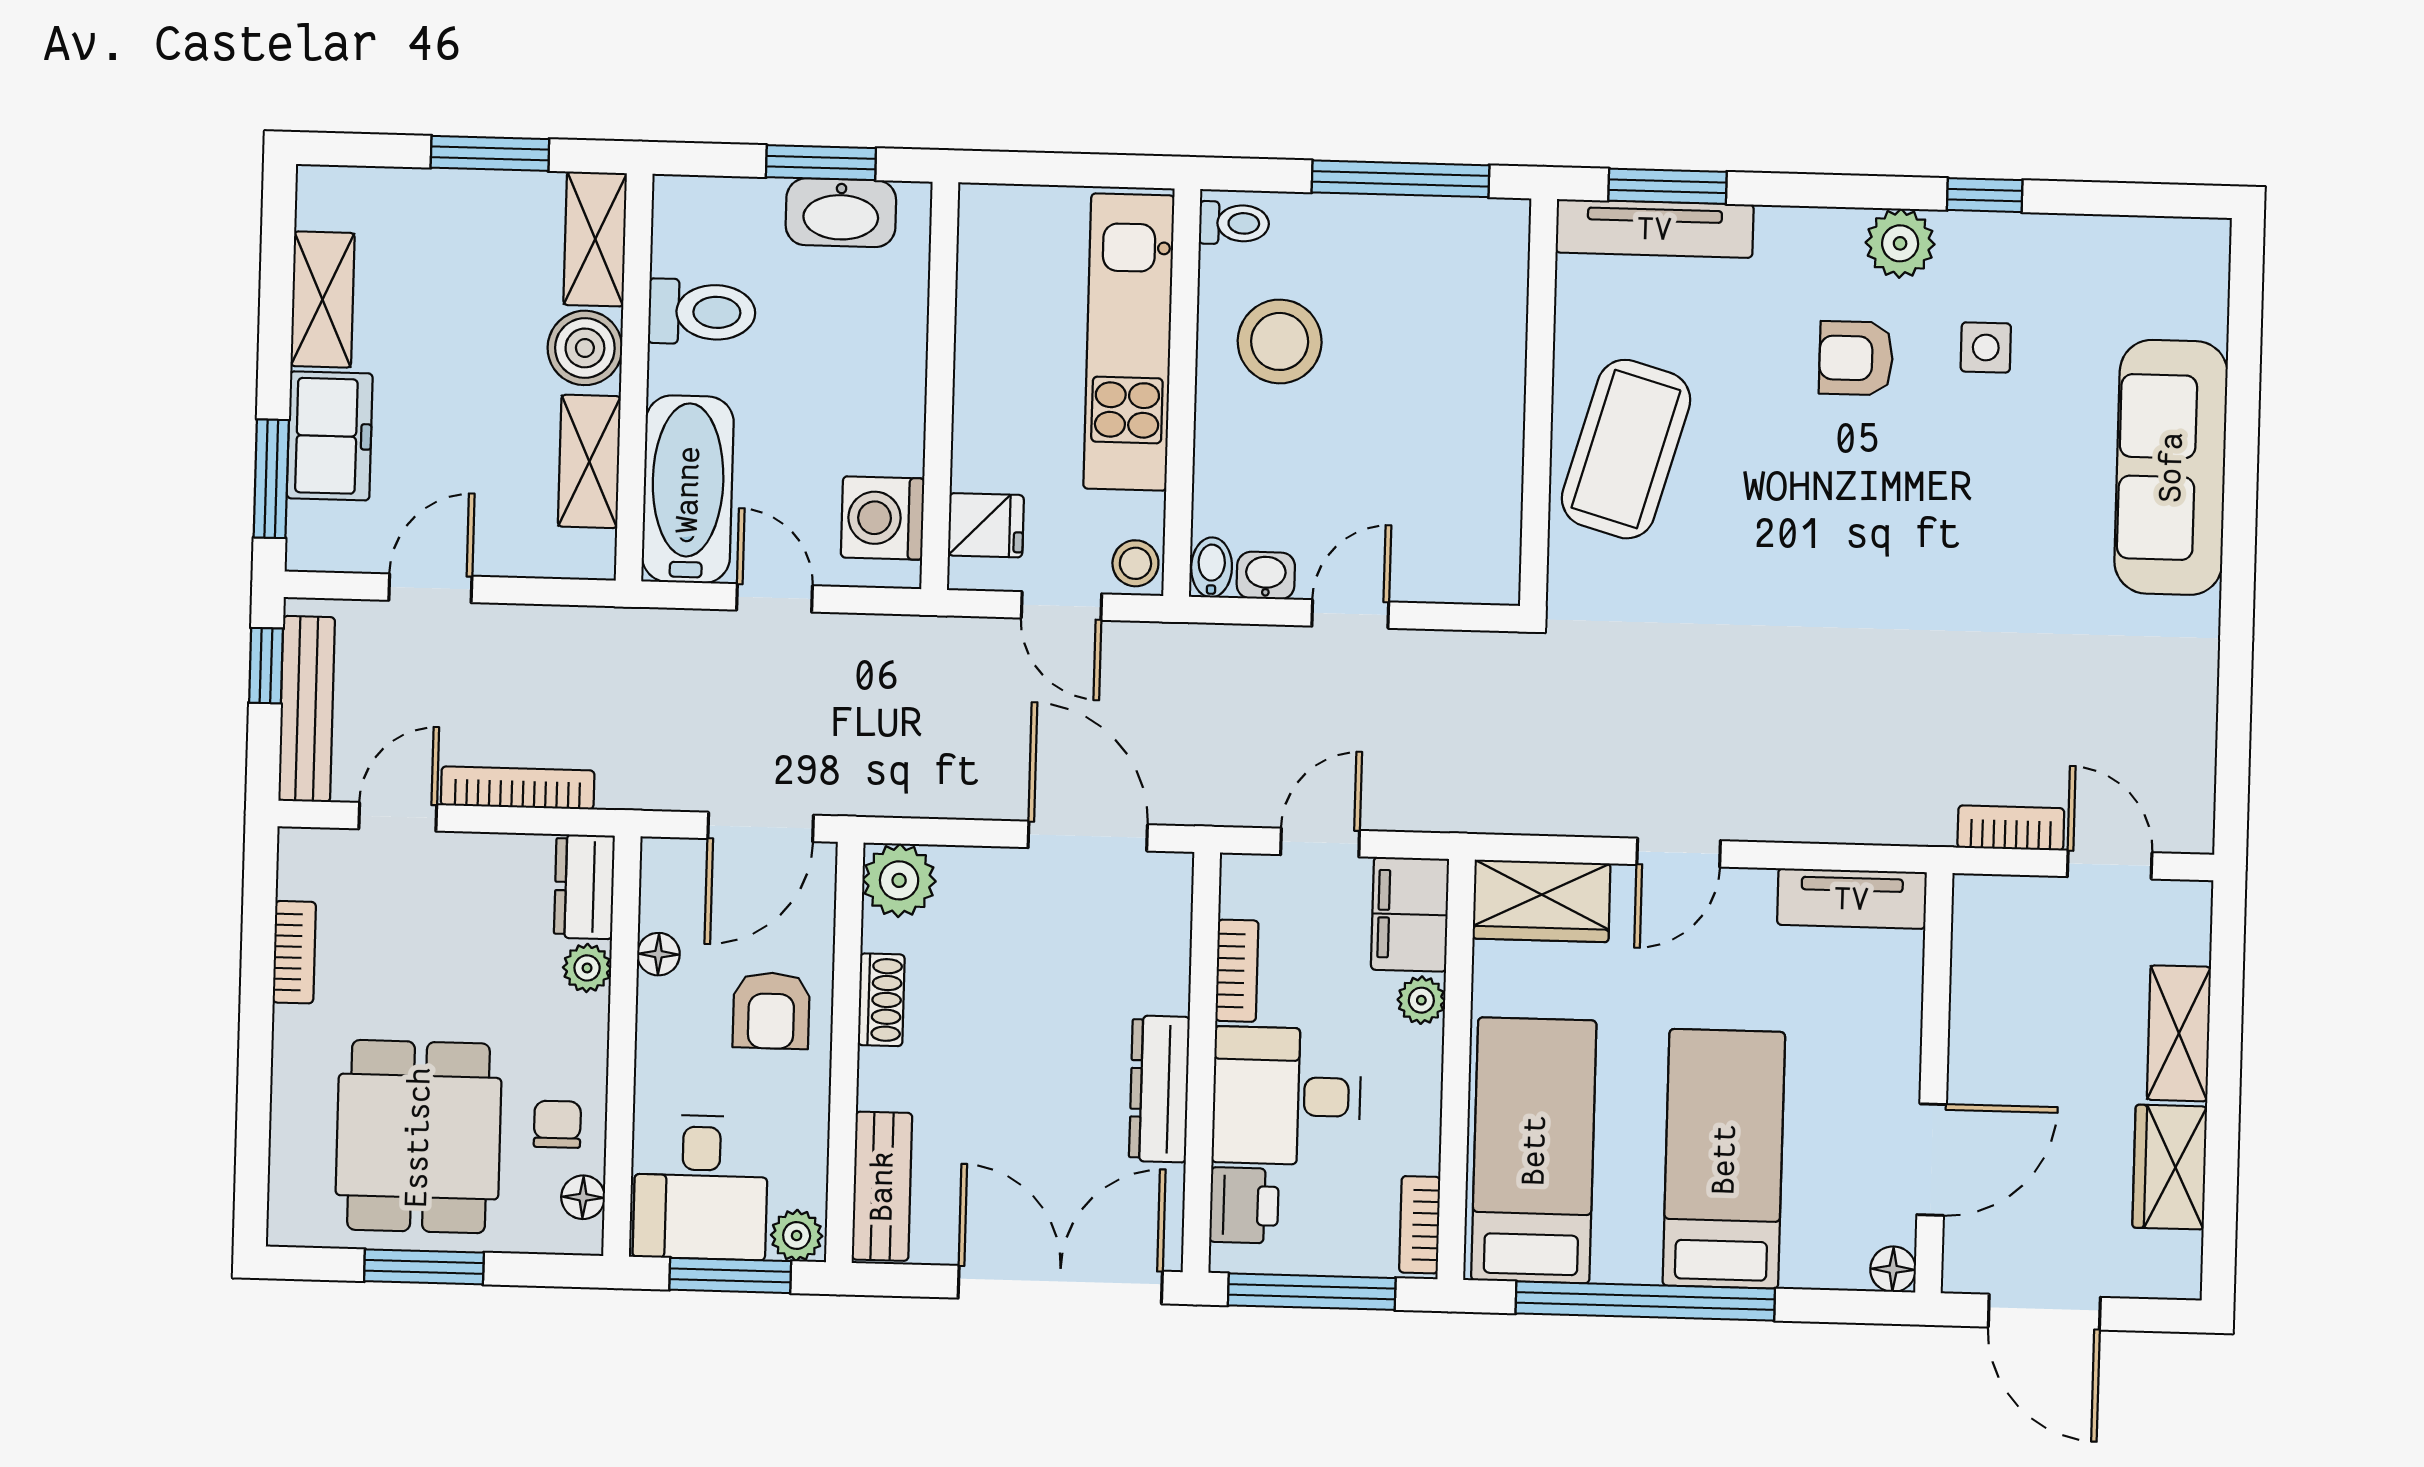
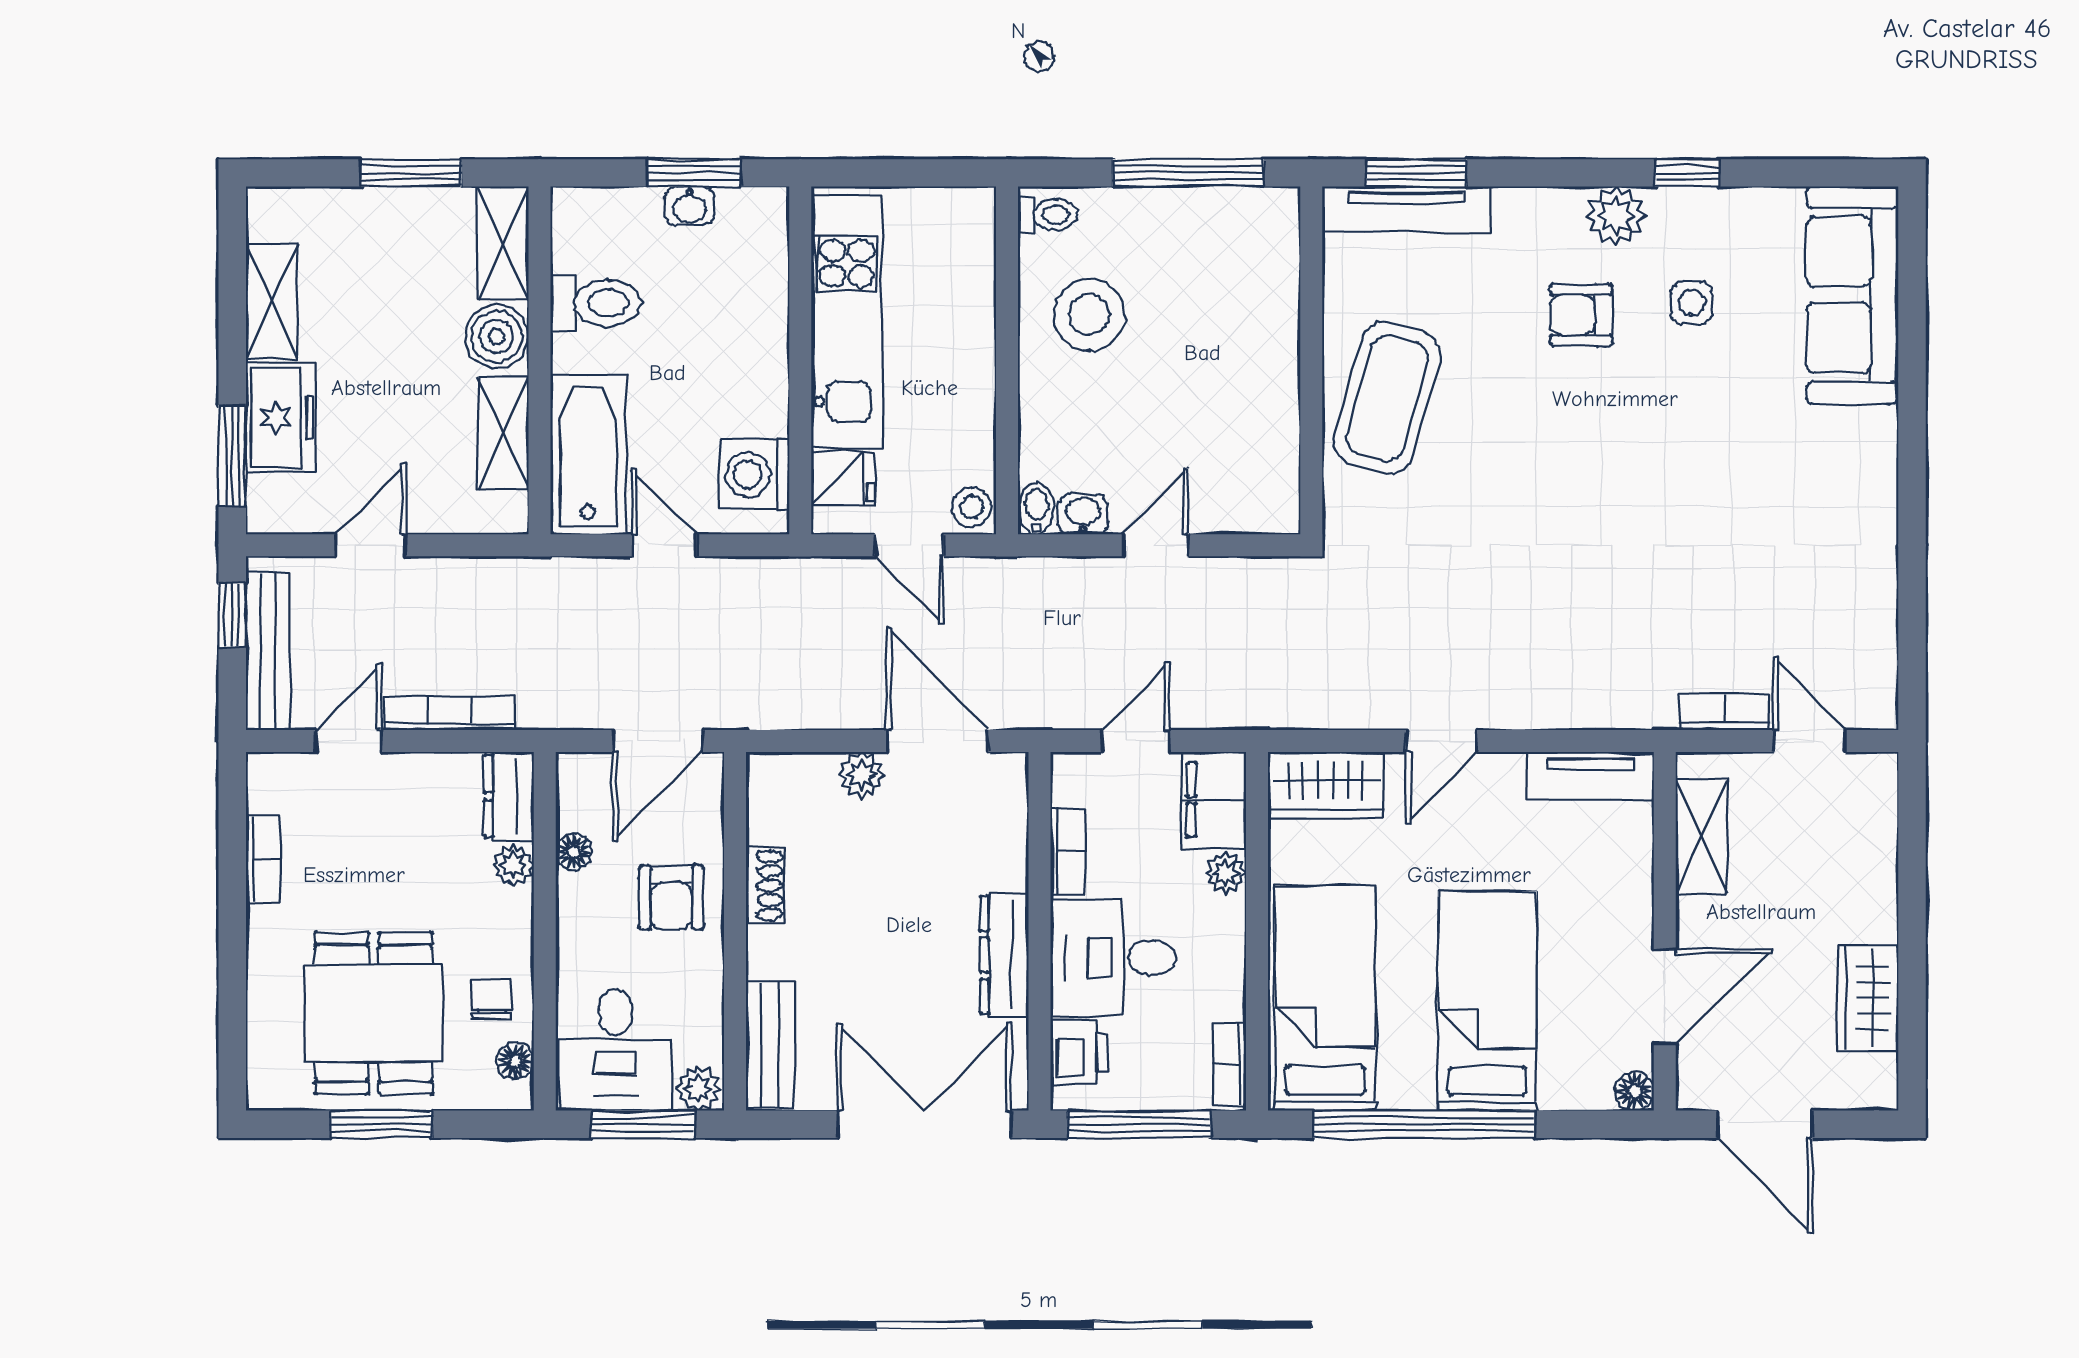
washbasin: (841, 213) -> (689, 206), width x0.52, depth x0.69
kitchen unit: (1129, 342) -> (847, 321), moved, turned 180
sofa: (2171, 467) -> (1852, 295), moved
plant: (899, 880) -> (862, 775), moved, width x0.73, depth x0.73
shelving: (2179, 1033) -> (1701, 836), moved

